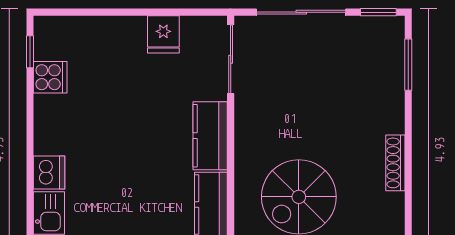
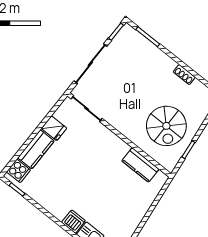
cooker: (50, 77) -> (19, 171), moved, turned 90
kitchen counter: (210, 136) -> (36, 149), moved, turned -90
shoe rack: (395, 163) -> (184, 75), width x0.70

